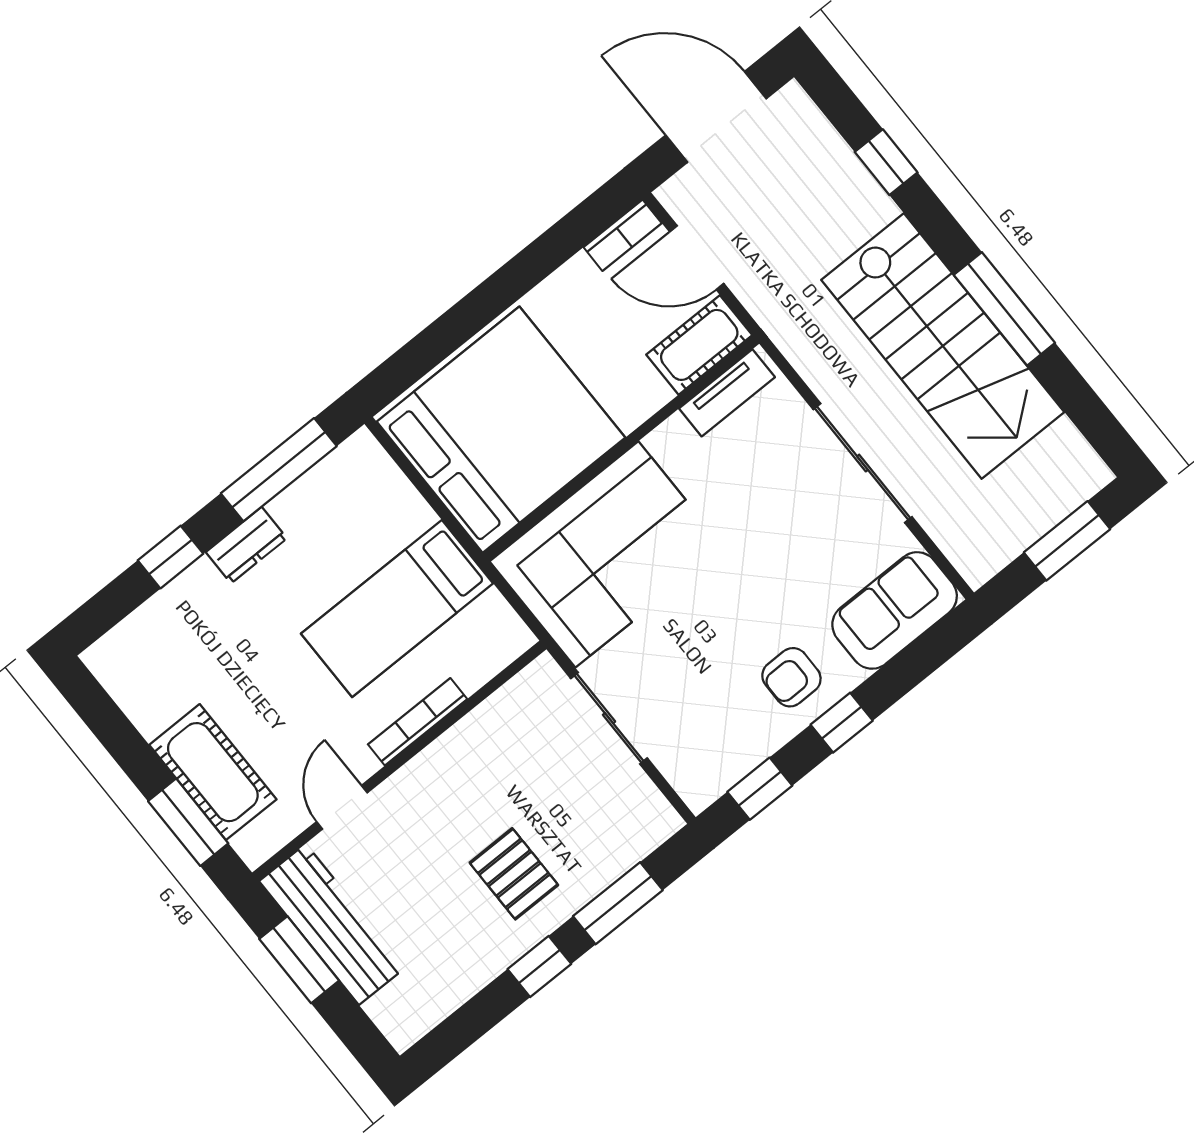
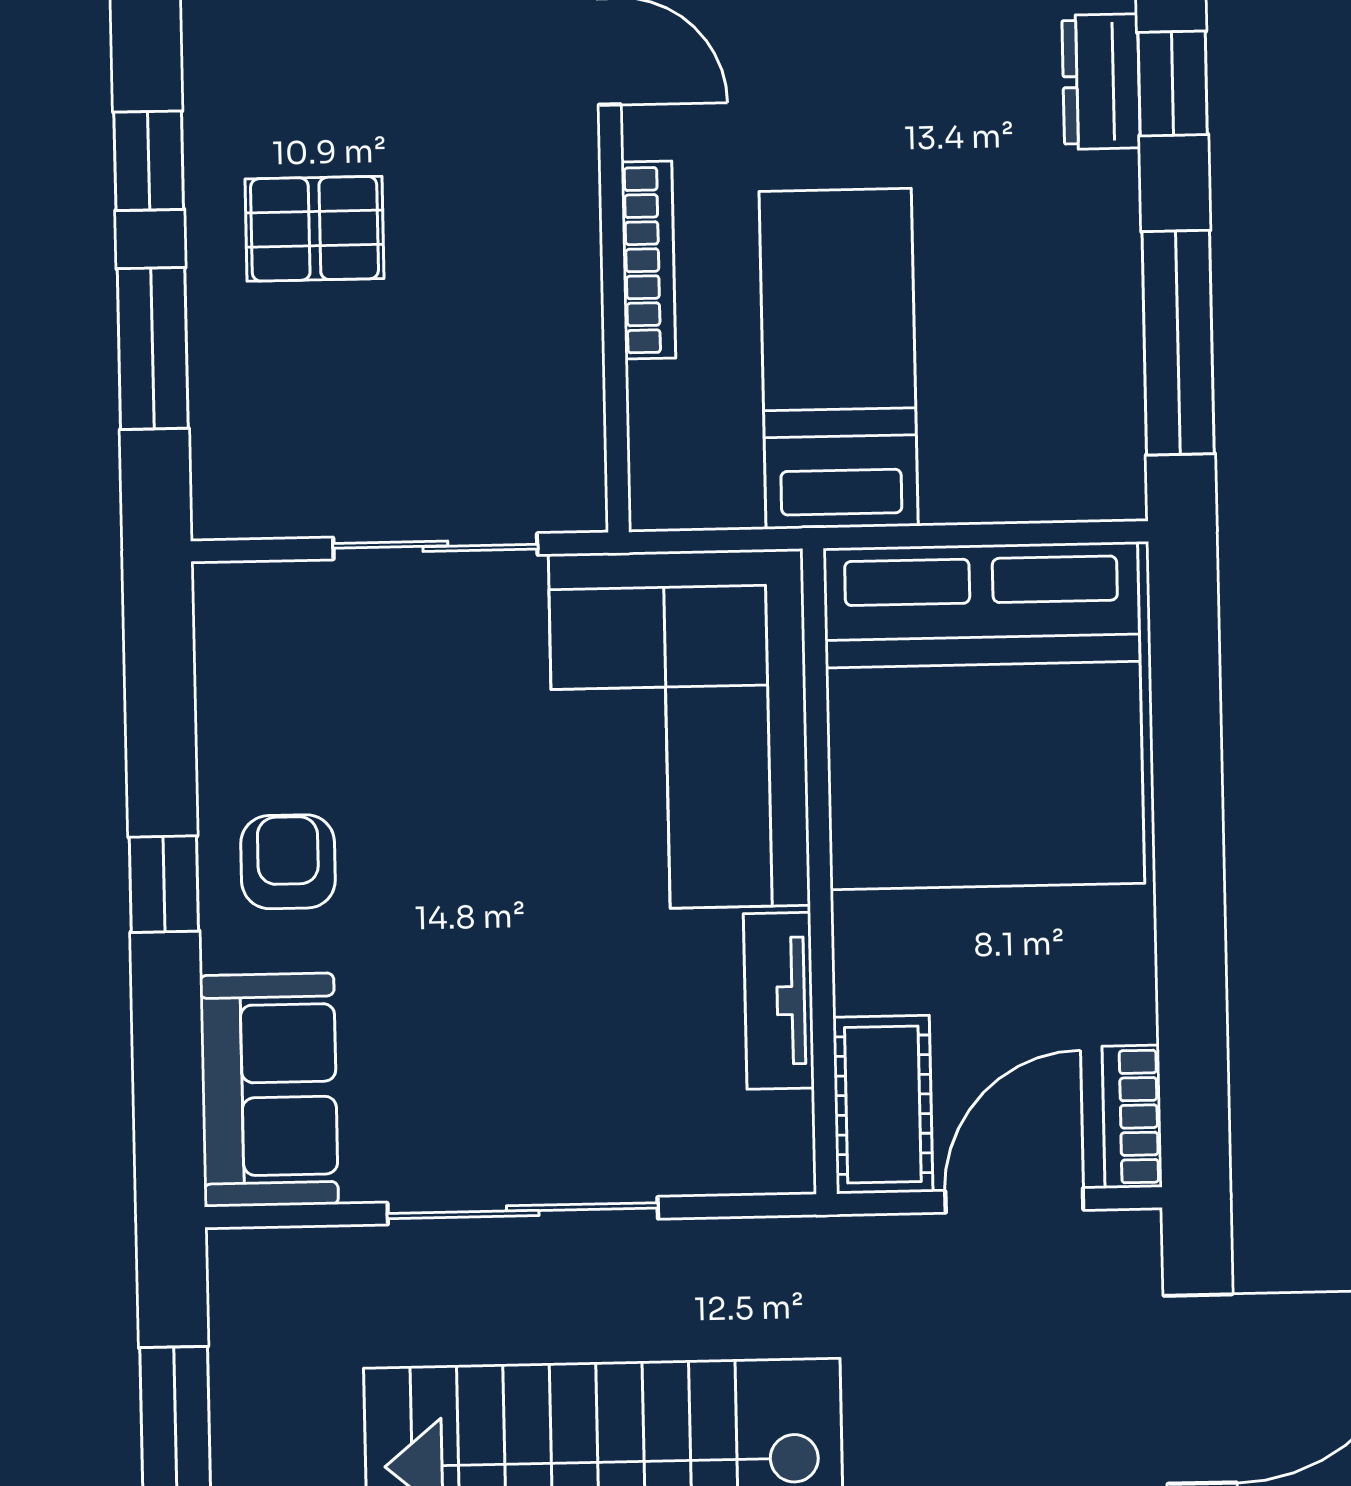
tv unit: (727, 393) -> (779, 1001), moved
dresser: (246, 545) -> (1101, 82), moved
window: (760, 789) -> (160, 688), removed

